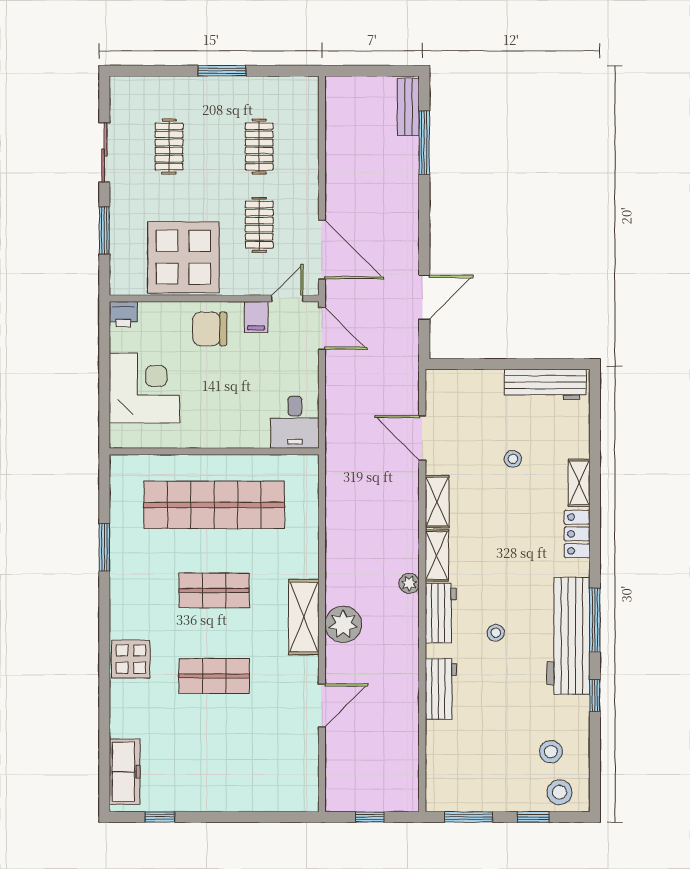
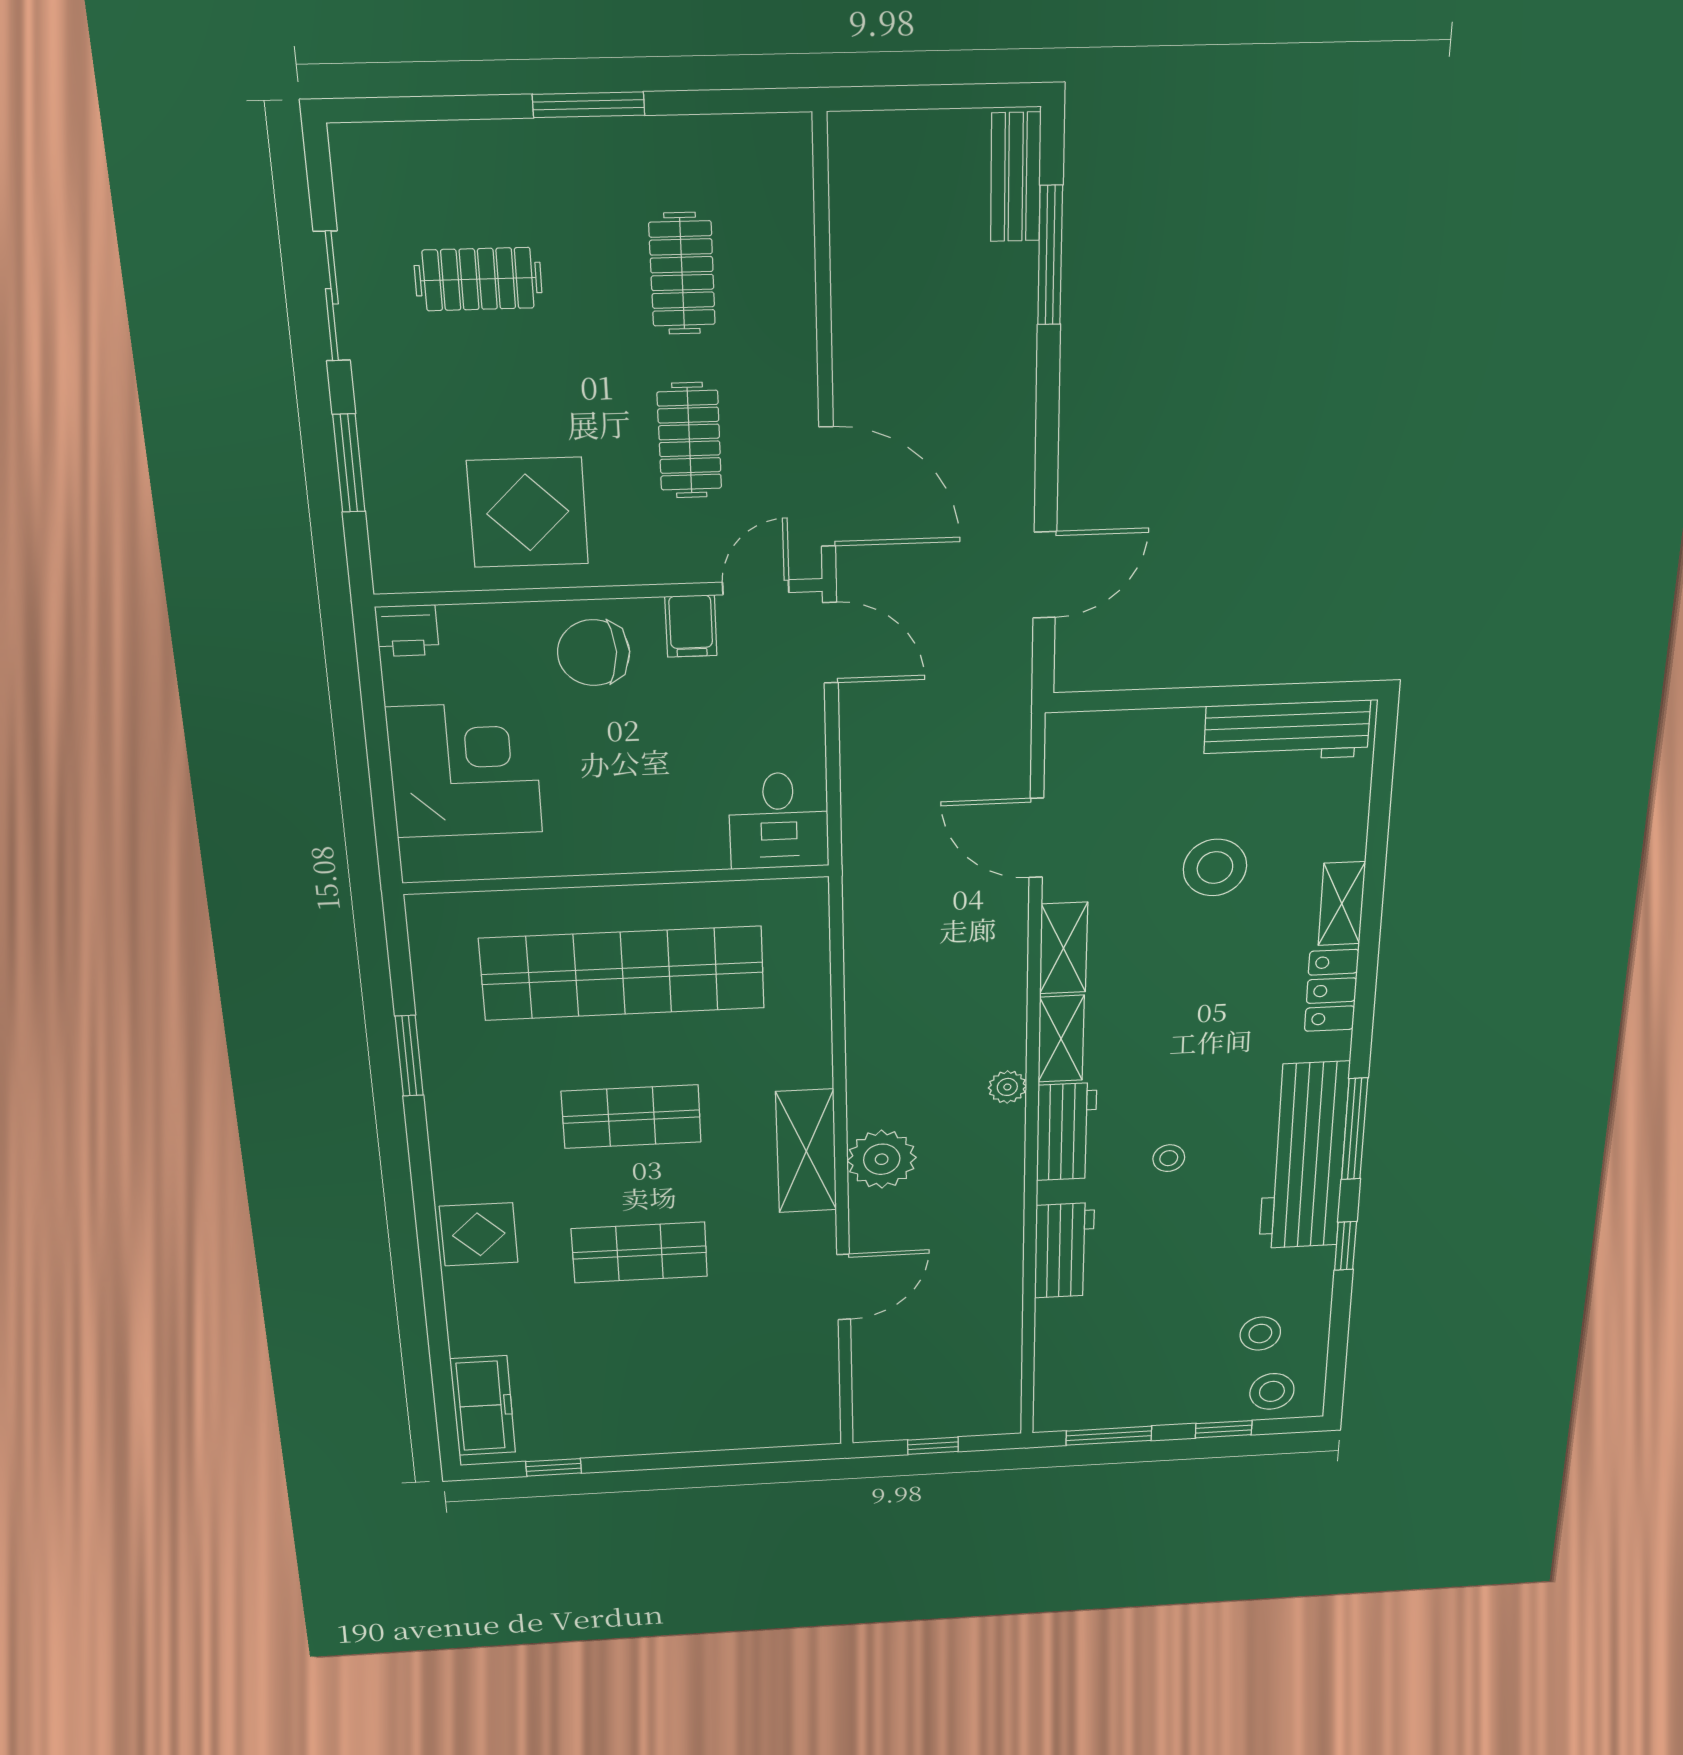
clothes rail: (169, 146) -> (478, 279), turned 90
display table: (183, 257) -> (528, 512), width x0.73, depth x0.73
stool: (513, 459) -> (1215, 868), width x1.89, depth x1.89

